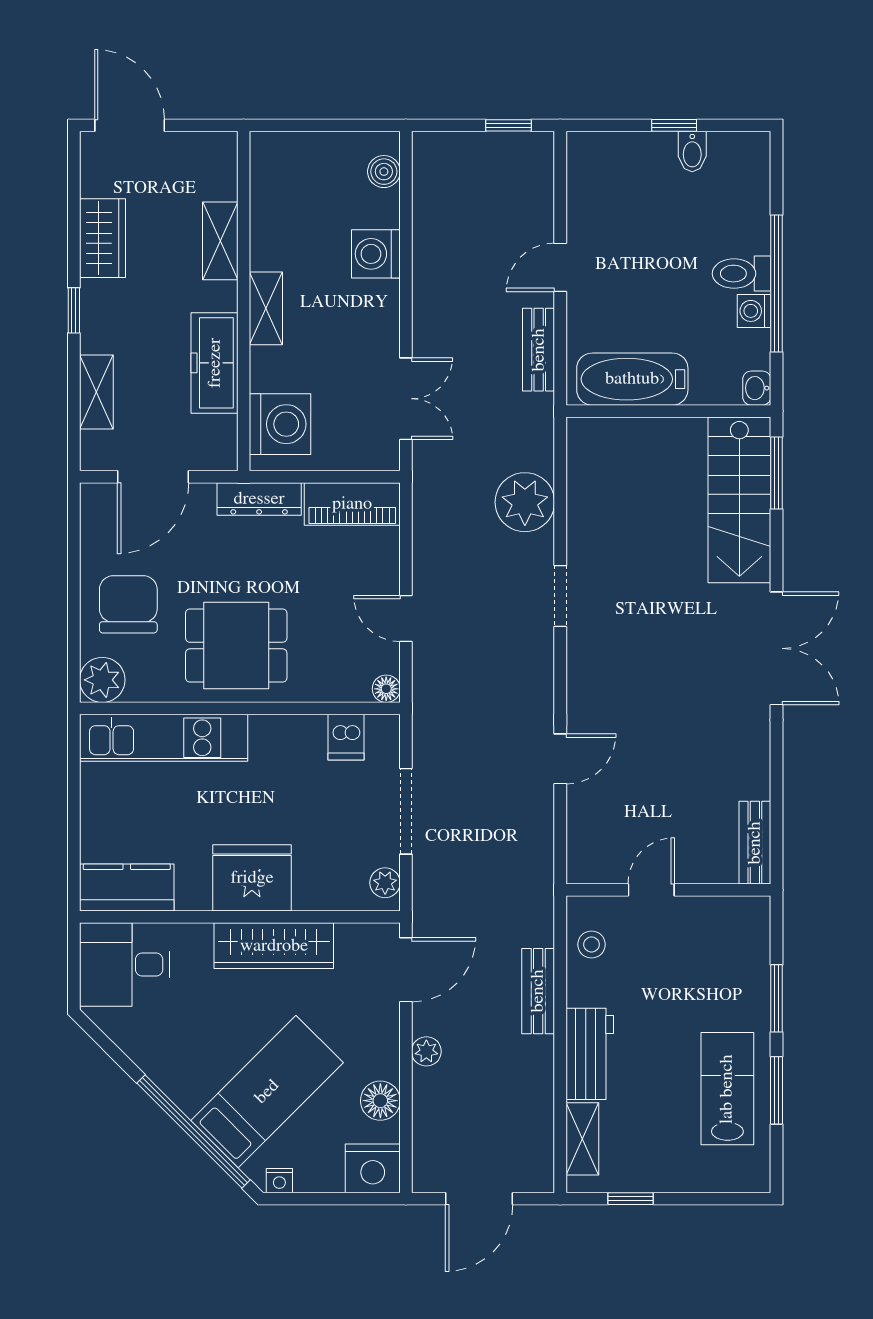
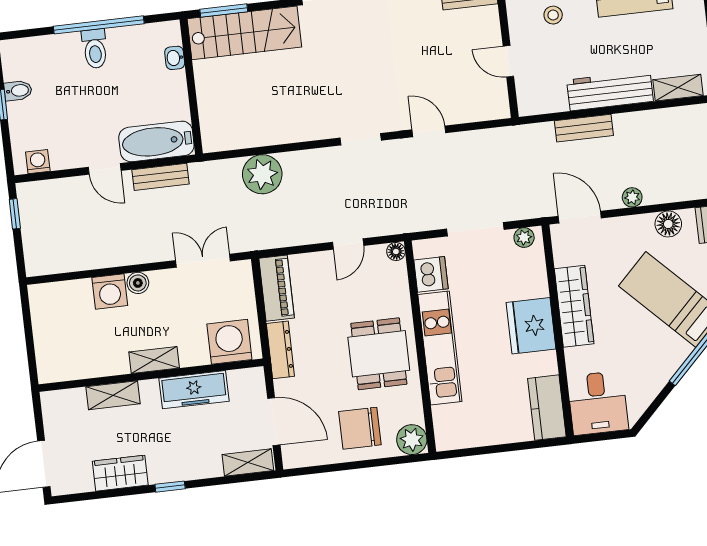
boiler: (384, 172) -> (138, 283), moved
washing machine: (754, 311) -> (38, 162), moved, turned 180
bathtub: (632, 379) -> (156, 141), moved, turned 90
washbasin: (757, 388) -> (175, 58), moved, turned 90
shelving: (96, 392) -> (248, 463), moved
doorway: (560, 596) -> (361, 139), moved
dishwasher: (346, 737) -> (431, 274), width x1.38
kitchen unit: (164, 738) -> (440, 348), moved
stool: (592, 944) -> (553, 15), moved
workbench: (590, 1054) -> (610, 91), width x1.38

